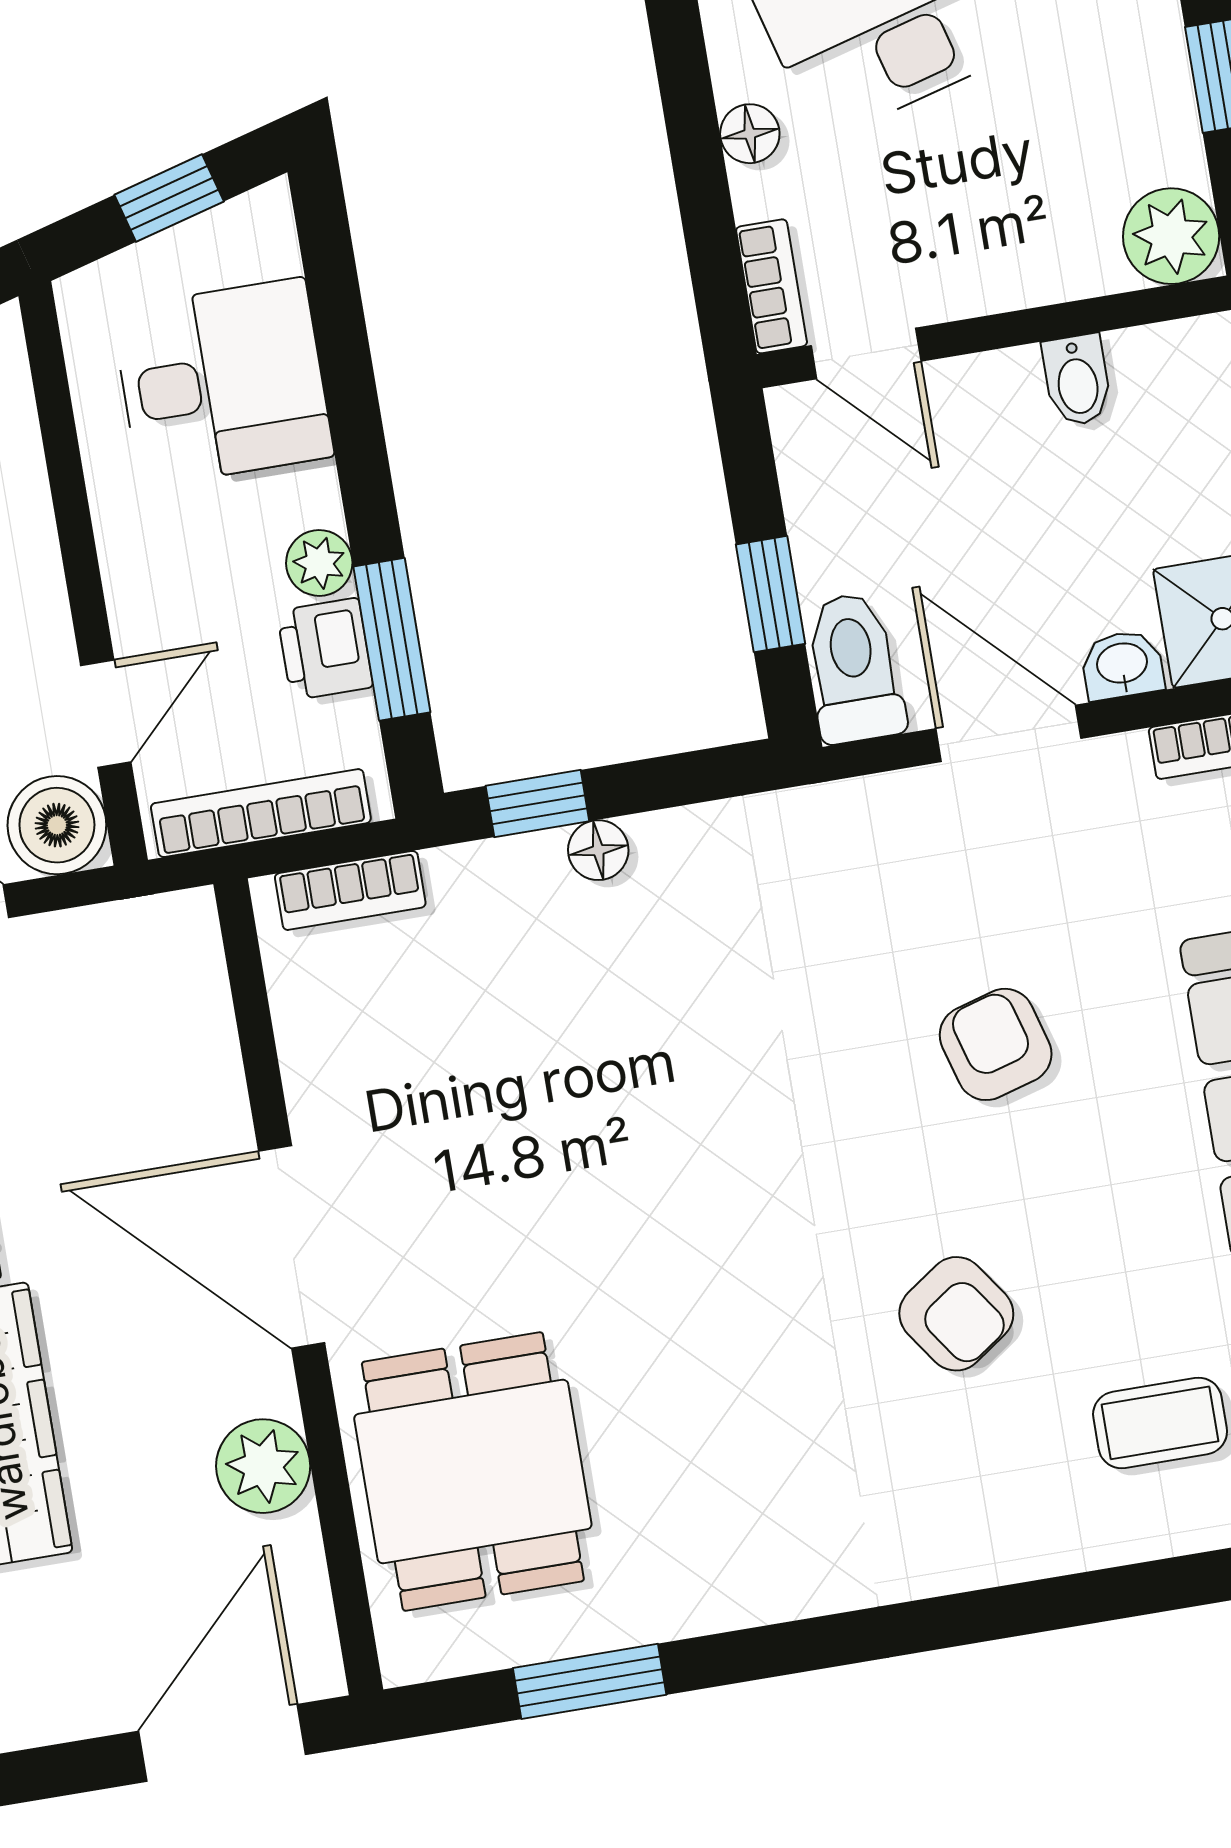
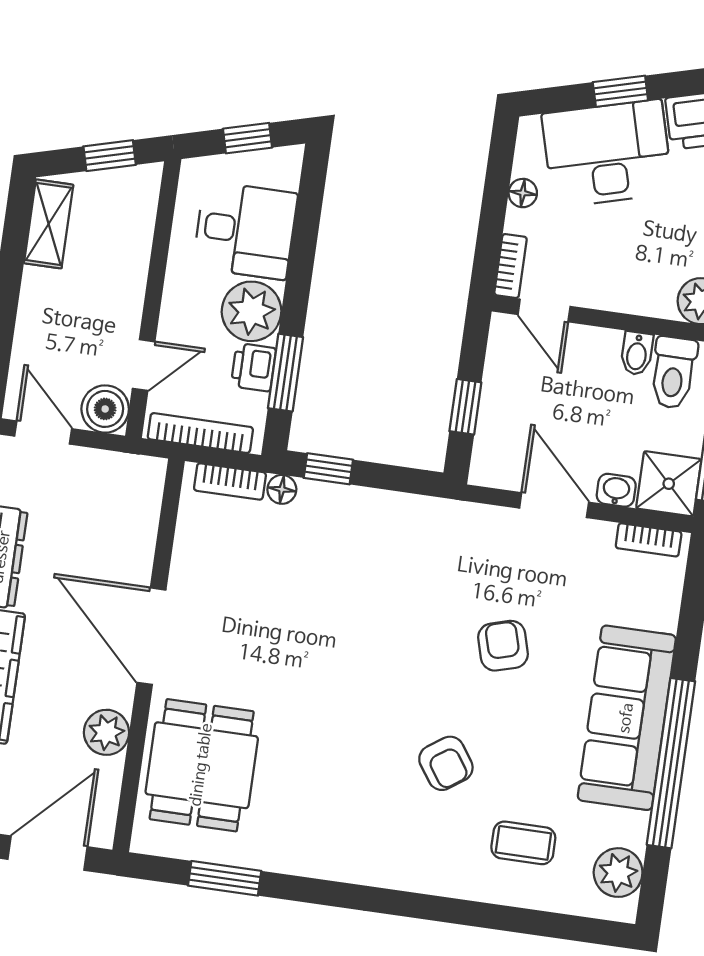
plant: (319, 563) -> (252, 311), width x1.88, depth x1.88
toilet: (854, 668) -> (673, 373), moved, turned 180
floor lamp: (598, 850) -> (282, 489), moved

